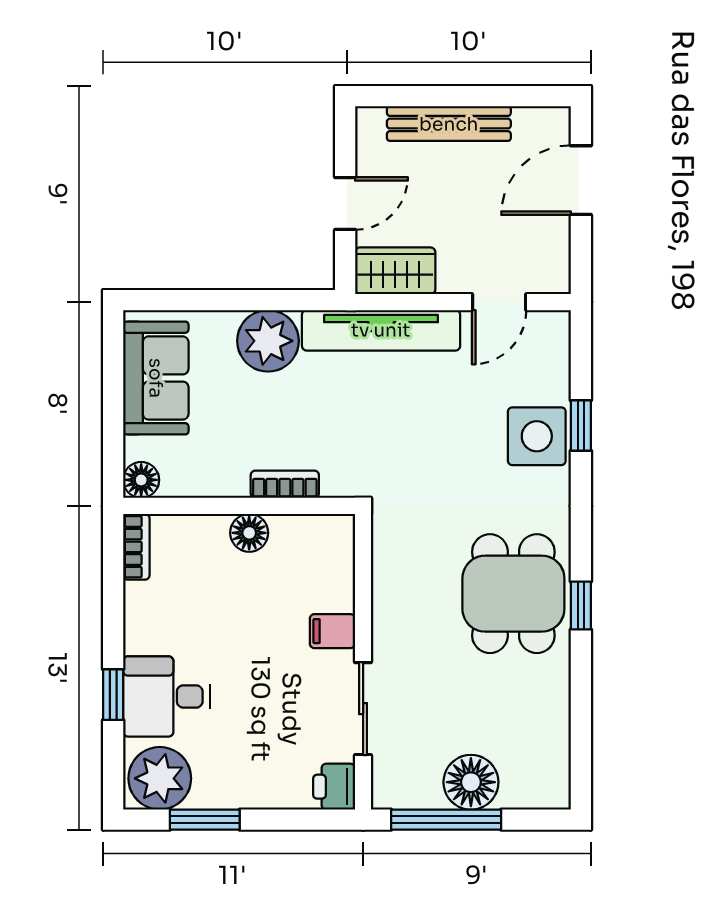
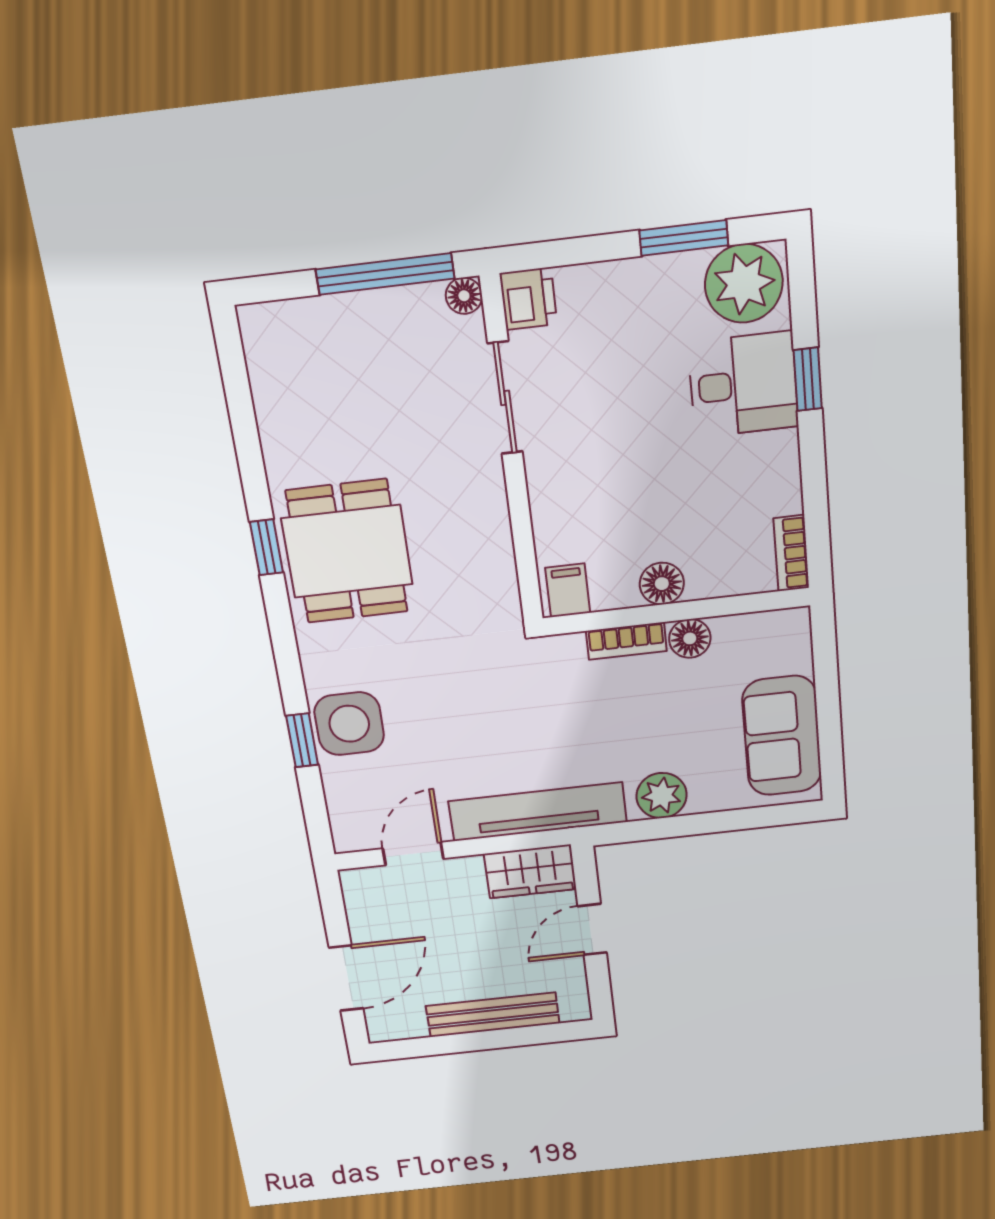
plant: (268, 341) -> (662, 796), width x0.73, depth x0.73
floor lamp: (141, 480) -> (690, 638), moved
filing cabinet: (332, 631) -> (568, 590), moved, turned -90
floor lamp: (471, 782) -> (464, 296), moved, width x0.53, depth x0.53

